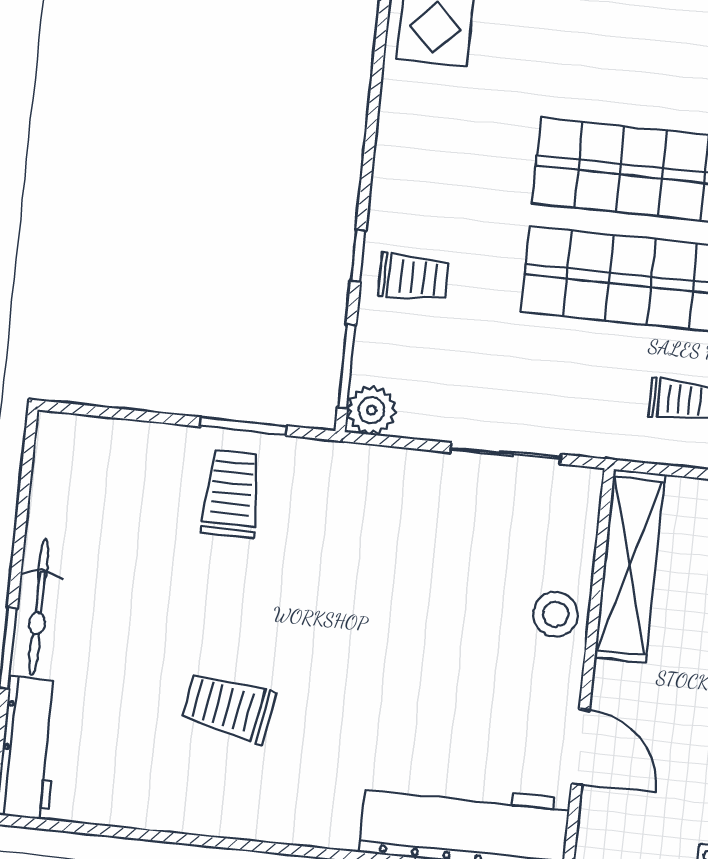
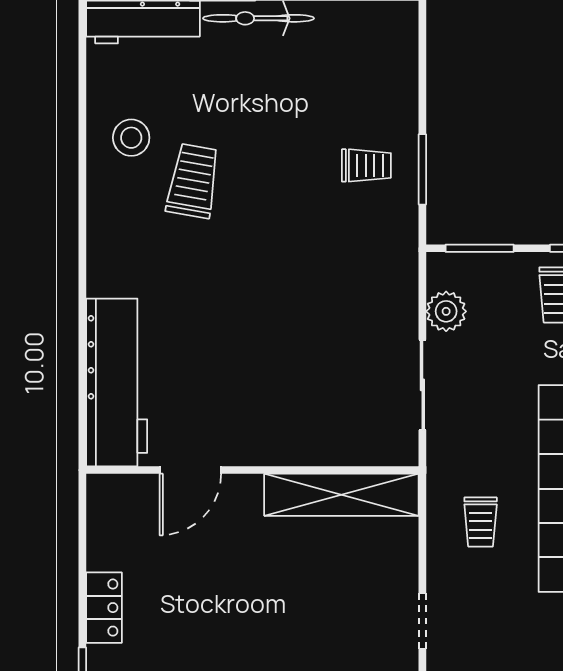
plant: (371, 410) -> (446, 311), moved
trolley: (232, 494) -> (366, 165), width x0.73, depth x0.72
stool: (556, 614) -> (131, 138), moved

